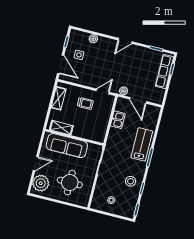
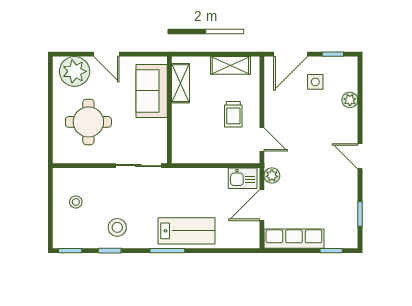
row of seats: (165, 72) -> (294, 239), moved
kitchen sink: (118, 120) -> (243, 178), moved
sofa: (67, 146) -> (152, 91), width x0.73

